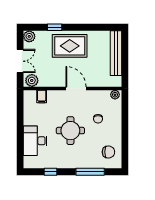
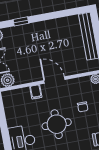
rug: (70, 46) -> (40, 38), removed
filing cabinet: (42, 97) -> (36, 92), moved

